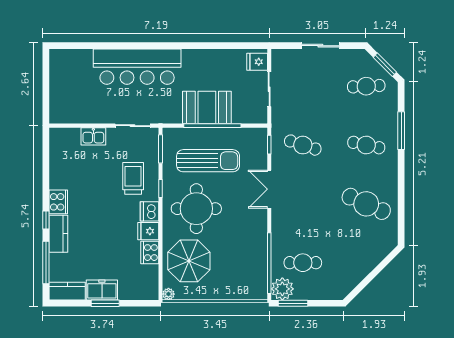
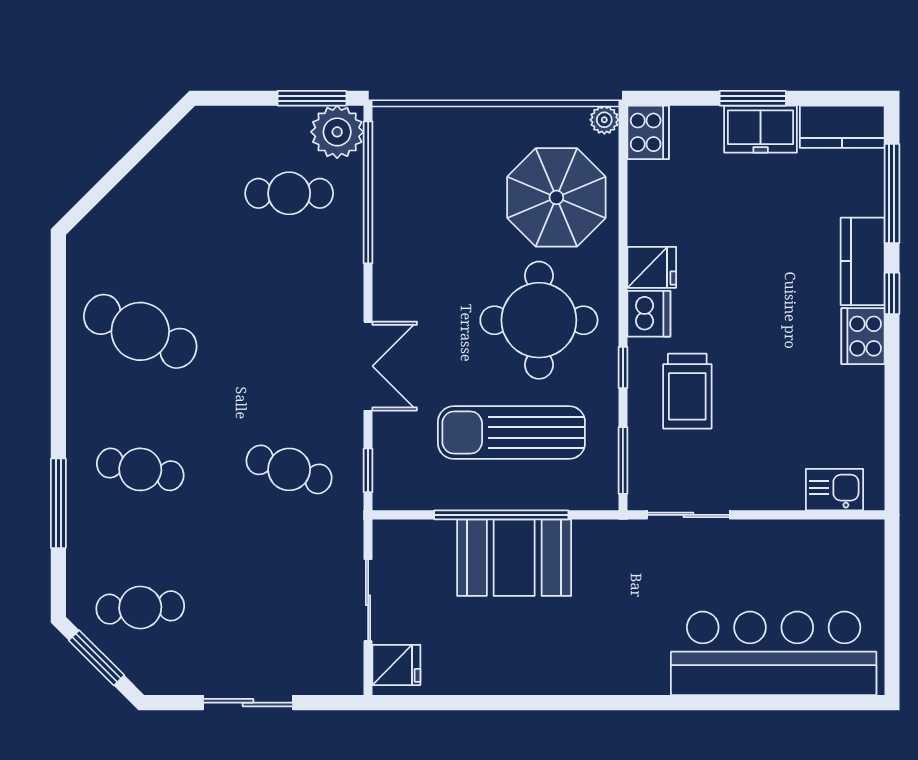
bar counter: (137, 67) -> (774, 653), moved
kitchen sink: (93, 136) -> (834, 490), moved
cooker: (150, 253) -> (648, 132), moved

